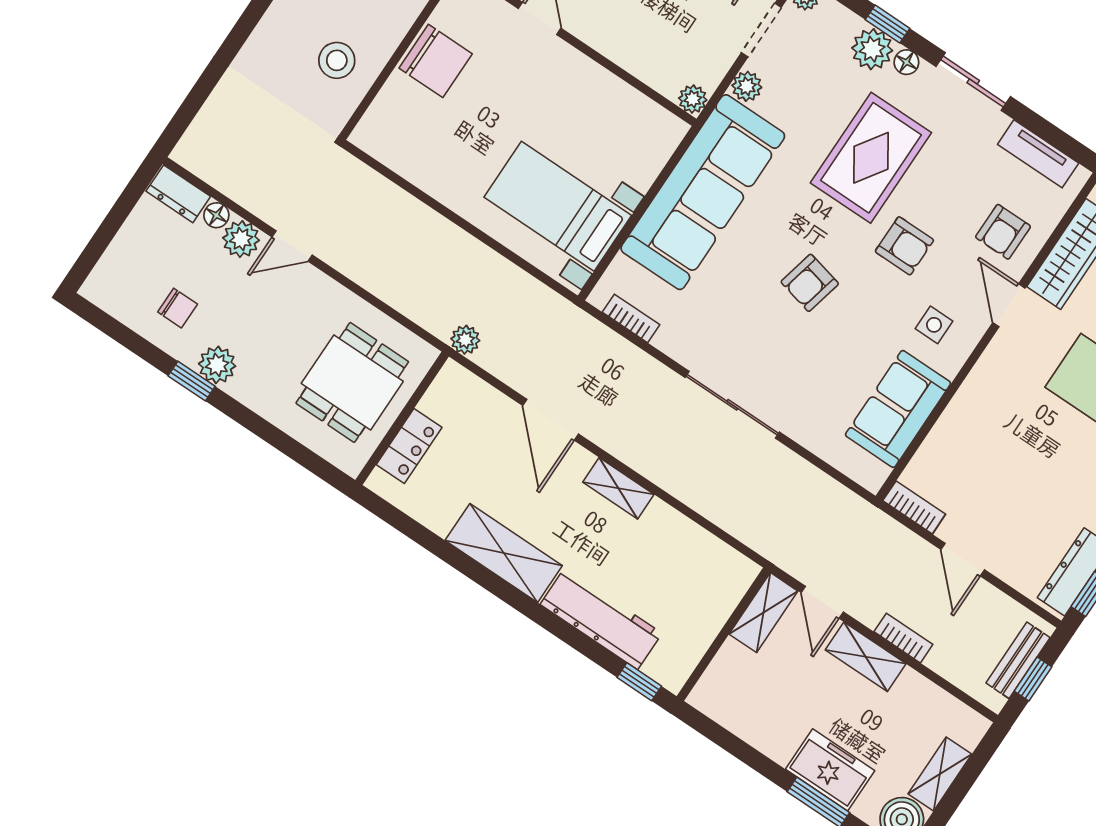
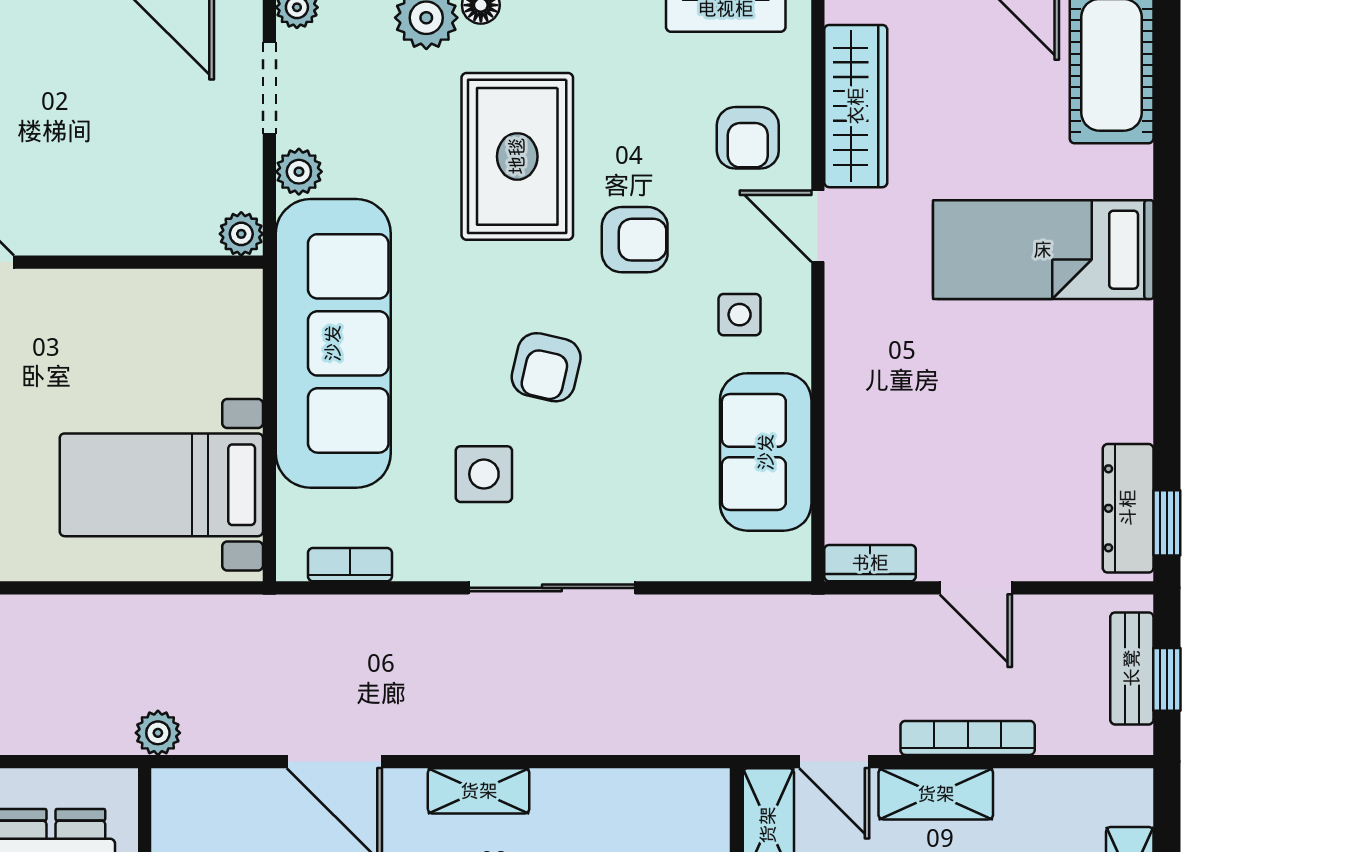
side table: (737, 318) -> (484, 474), added
bookcase: (903, 638) -> (968, 738), width x1.56

